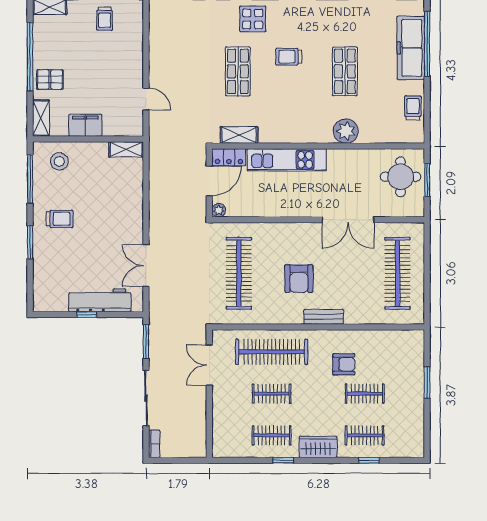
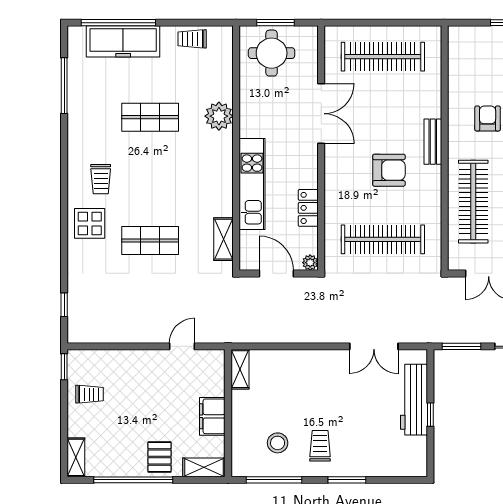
trolley: (289, 57) -> (101, 179), moved
locker: (229, 157) -> (308, 208), moved, turned 180
stool: (59, 161) -> (278, 443), moved

